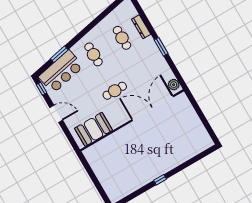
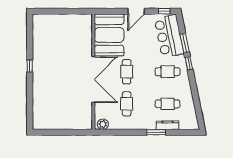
window: (75, 40) -> (189, 63), added
window: (161, 47) -> (156, 132), moved
cafe table: (143, 74) -> (127, 104), added
double door: (153, 108) -> (93, 79), moved
booth: (94, 129) -> (109, 35), width x1.36, depth x1.42

